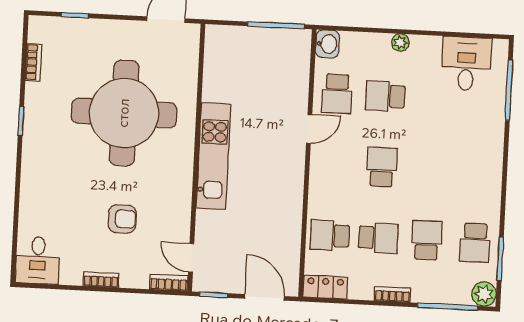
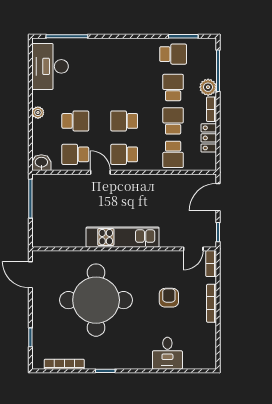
bookcase: (34, 62) -> (64, 364), width x1.56
desk: (466, 64) -> (50, 66), width x1.37
school desk: (337, 94) -> (75, 154), turned 180
school desk: (385, 96) -> (75, 121), turned -90
school desk: (333, 165) -> (124, 154), added
school desk: (427, 240) -> (173, 88), turned 90
desk: (38, 260) -> (167, 353), moved, turned 90
bookcase: (101, 280) -> (212, 303), width x1.56
locker: (325, 287) -> (209, 138), moved
plant: (484, 294) -> (208, 87), moved

